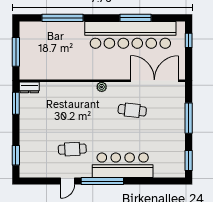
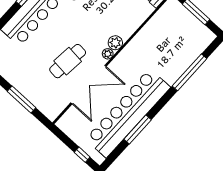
double door: (154, 81) -> (88, 85), moved
plant: (89, 89) -> (115, 43), added
cafe table: (132, 110) -> (68, 61), width x1.37, depth x1.35

